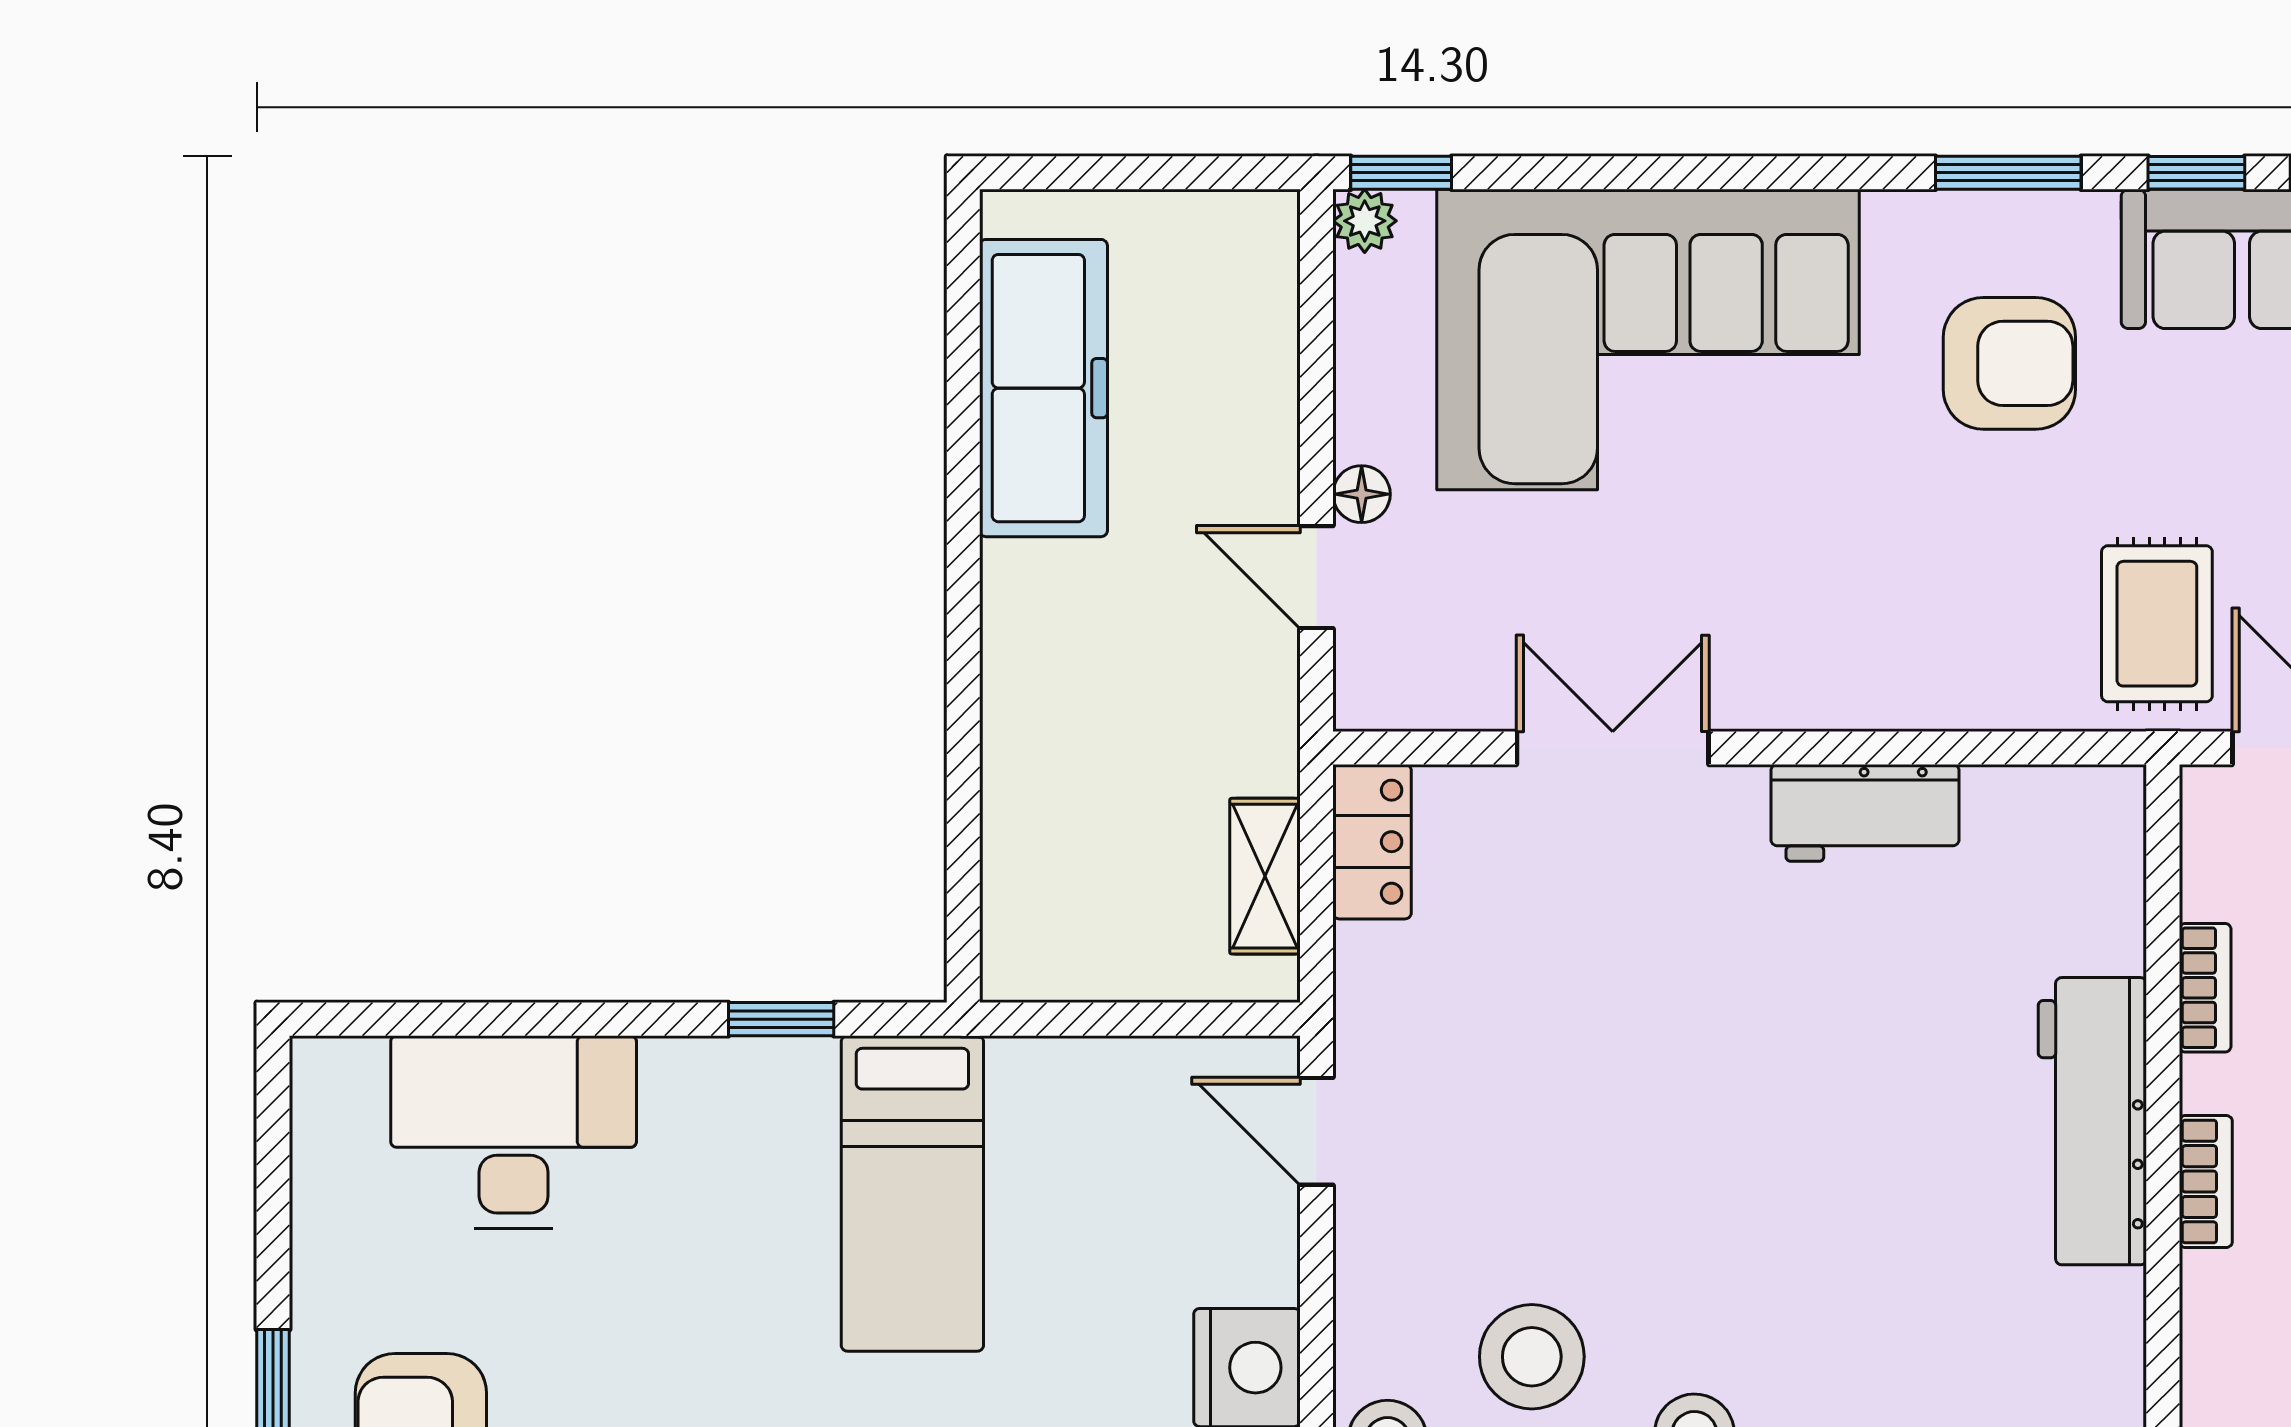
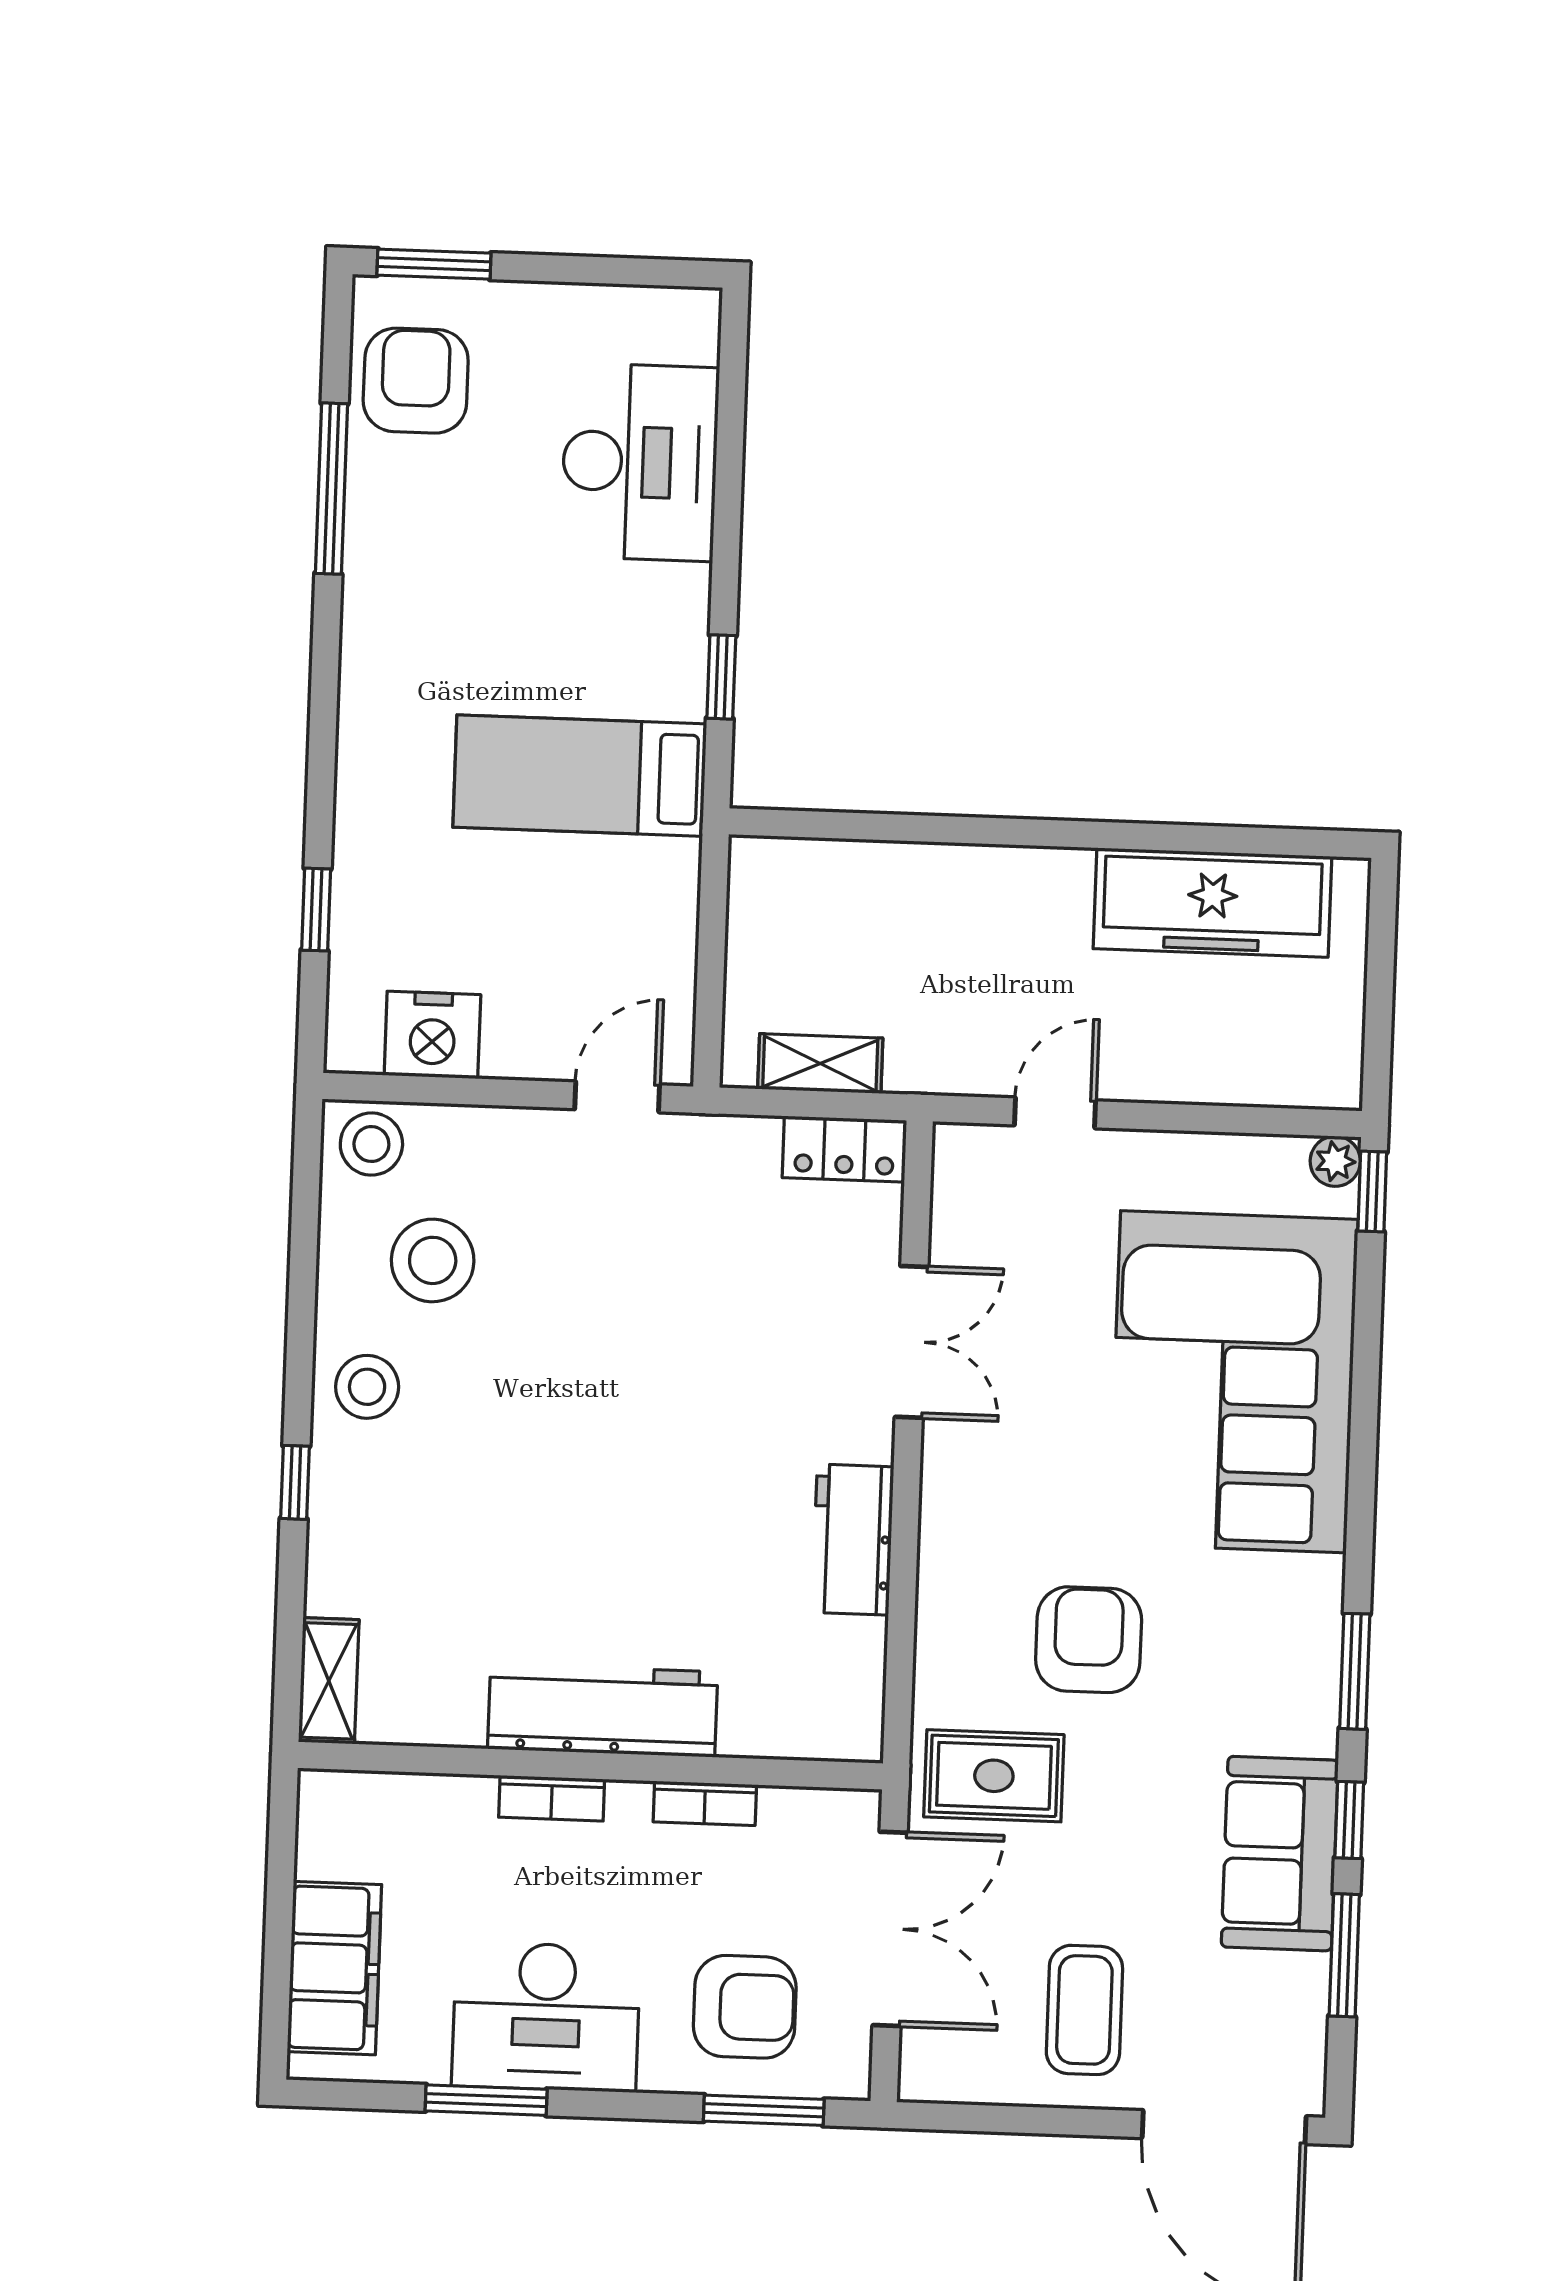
armchair: (2009, 363) -> (1089, 1640), moved, turned 180
floor lamp: (1362, 494) -> (1119, 1151), removed

